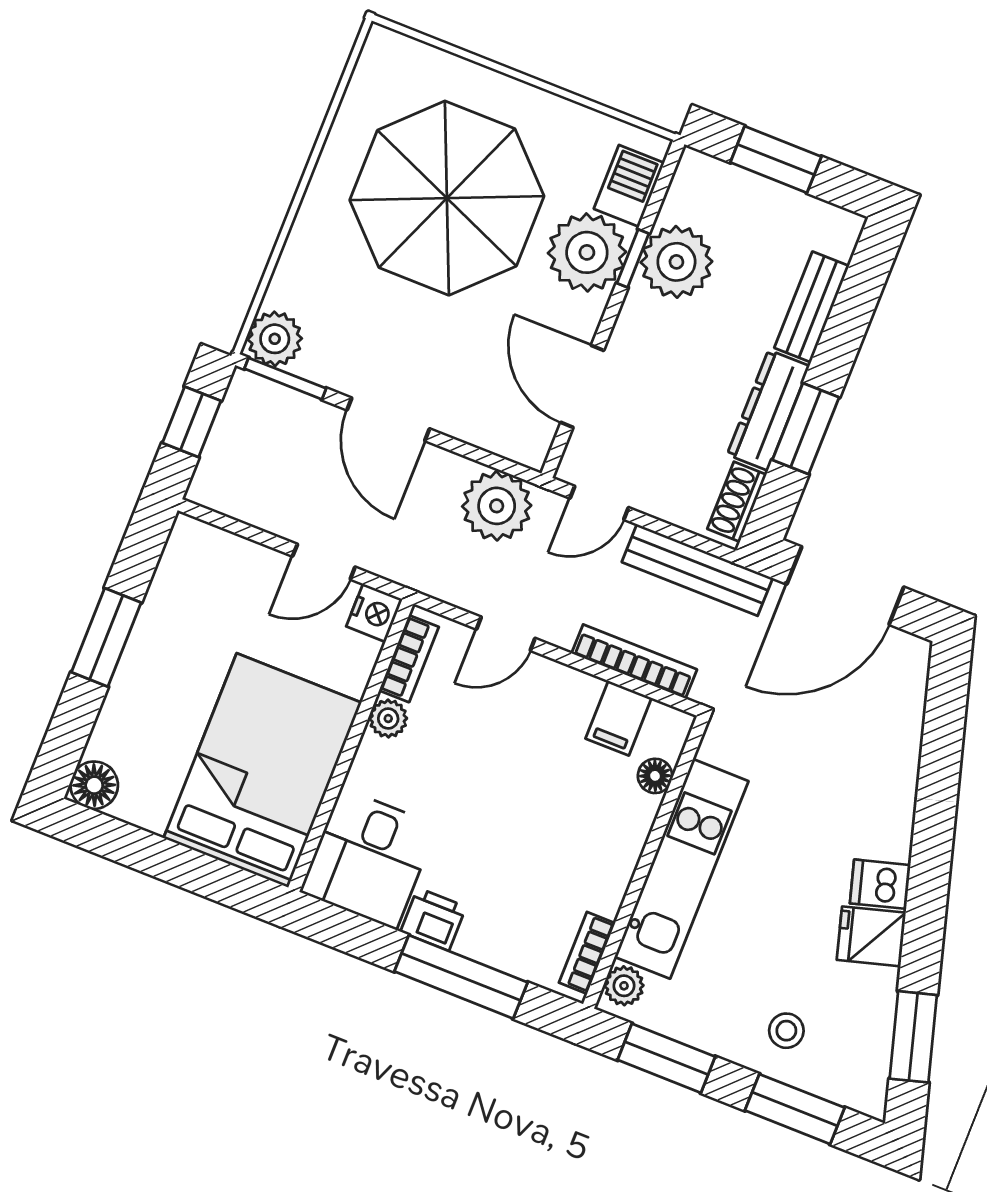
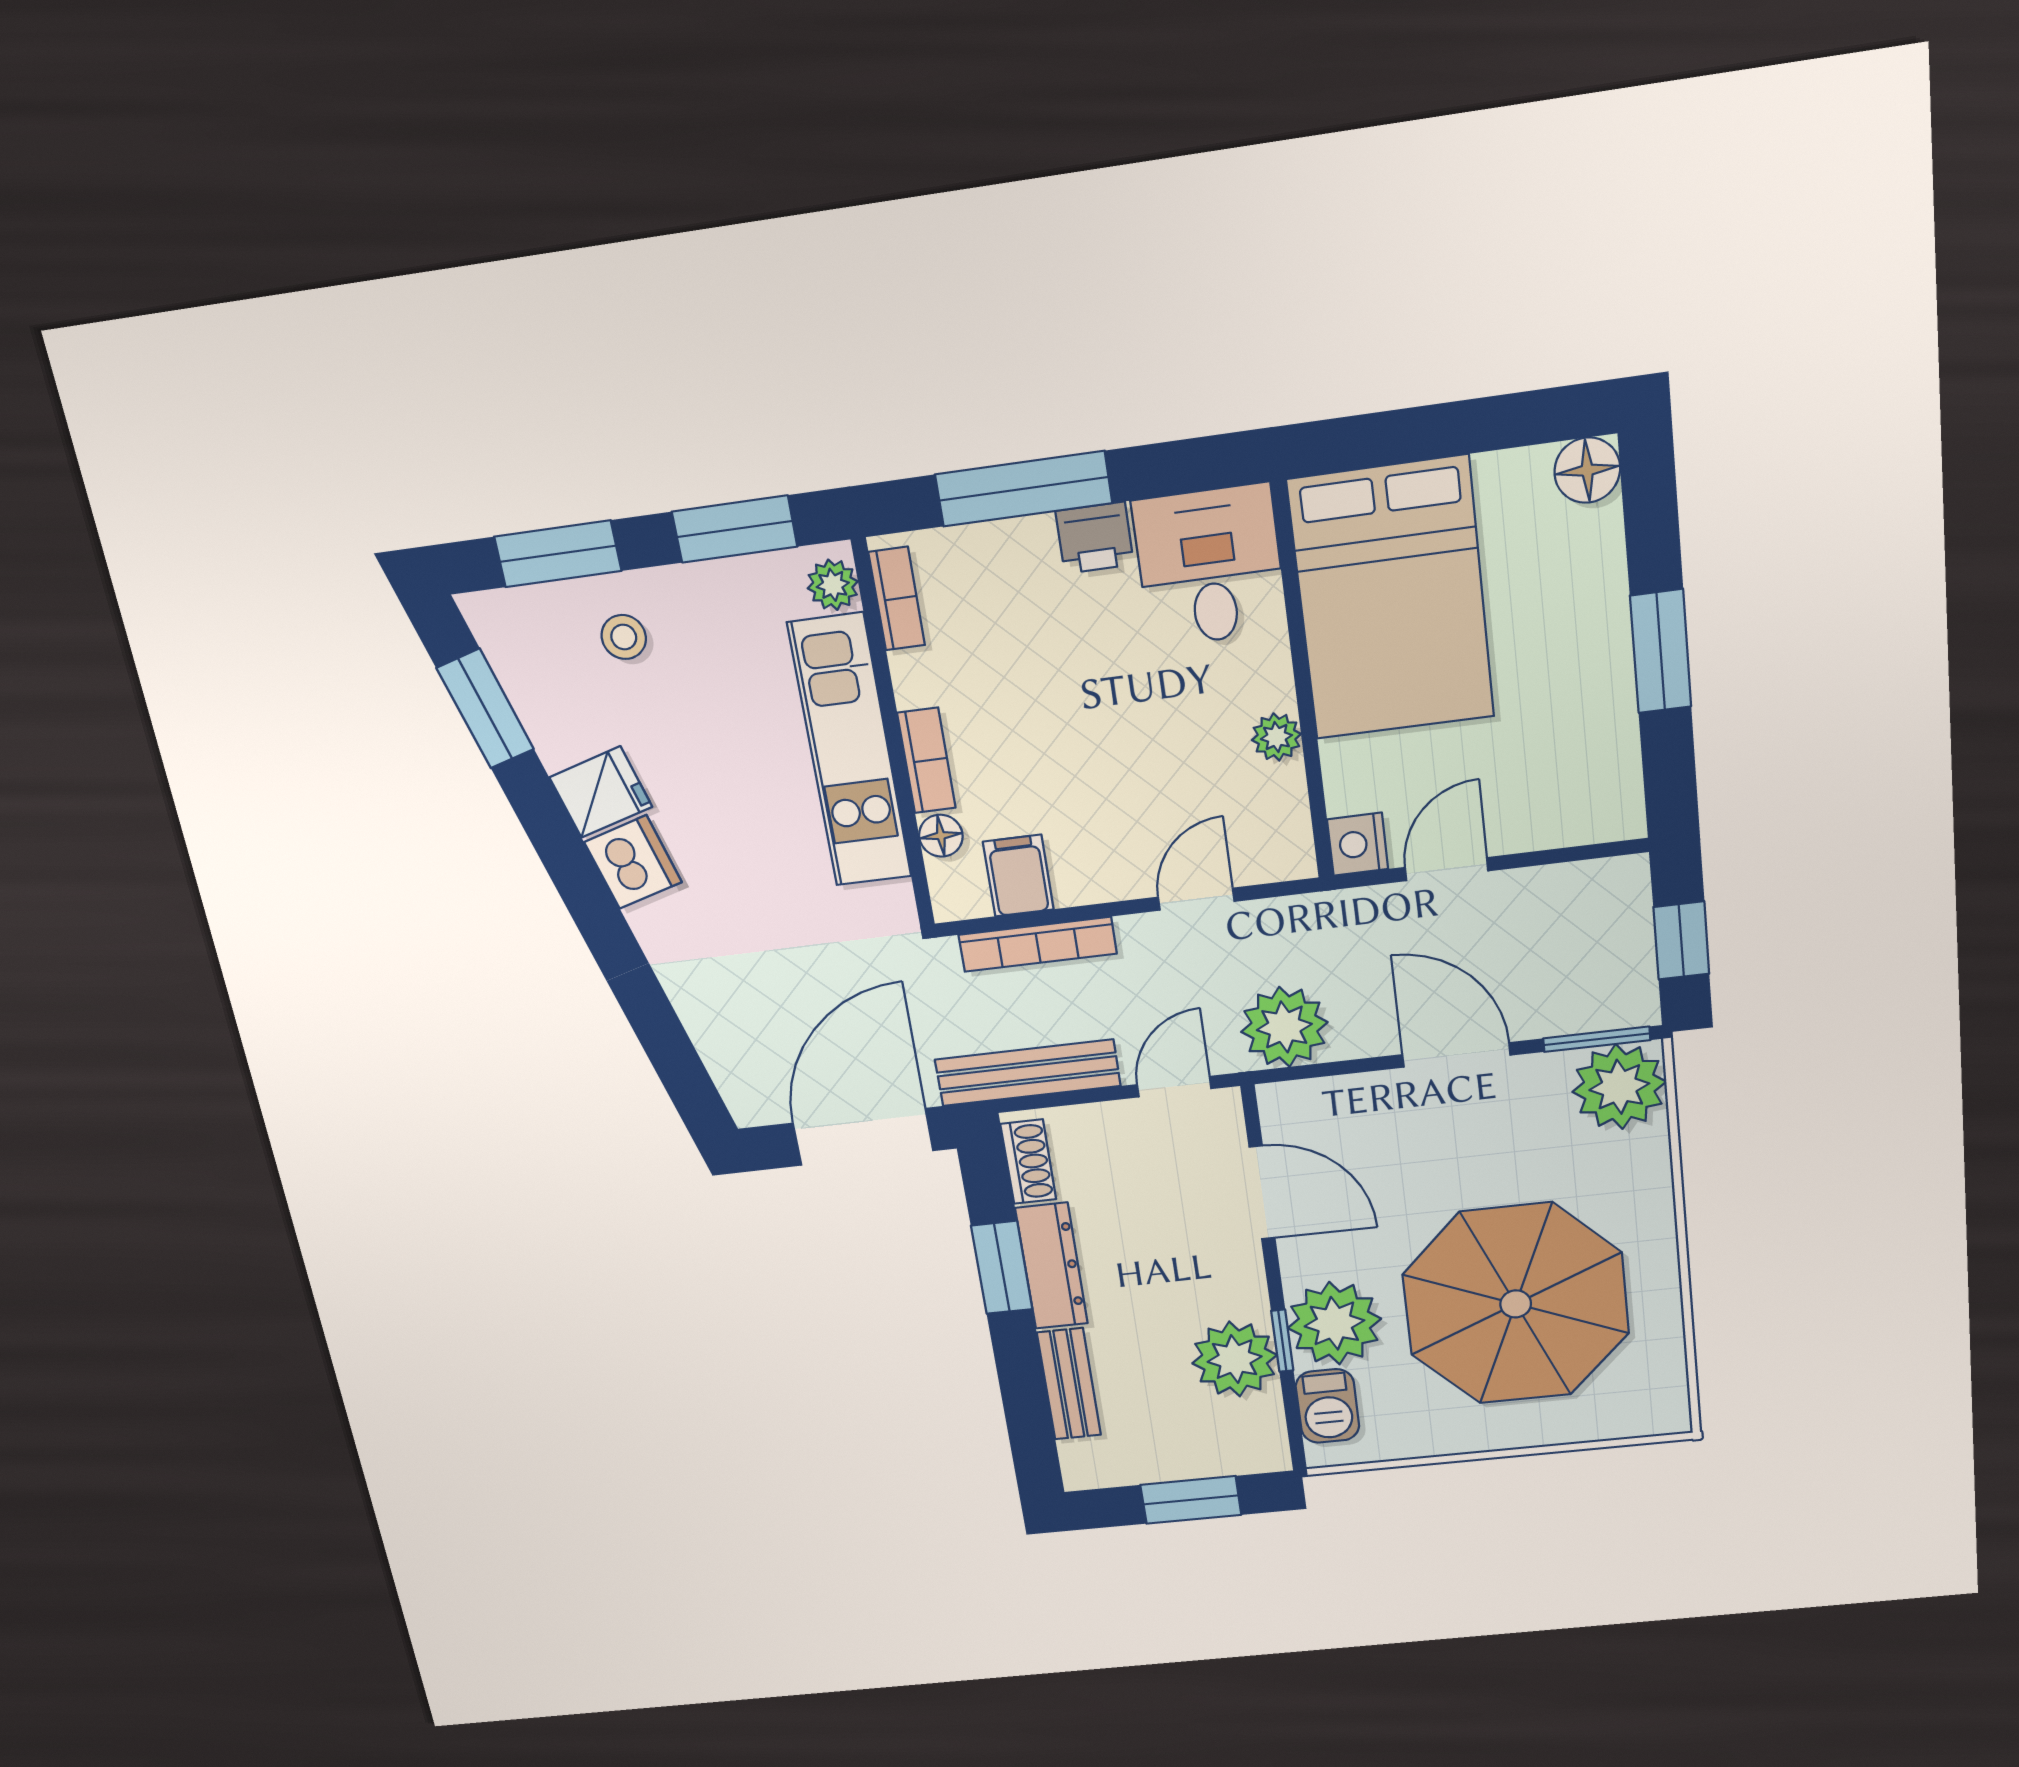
plant: (275, 339) -> (1619, 1087), width x1.36, depth x1.36
bookcase: (409, 659) -> (926, 760), moved, turned 180
dishwasher: (880, 884) -> (633, 862), width x1.38

